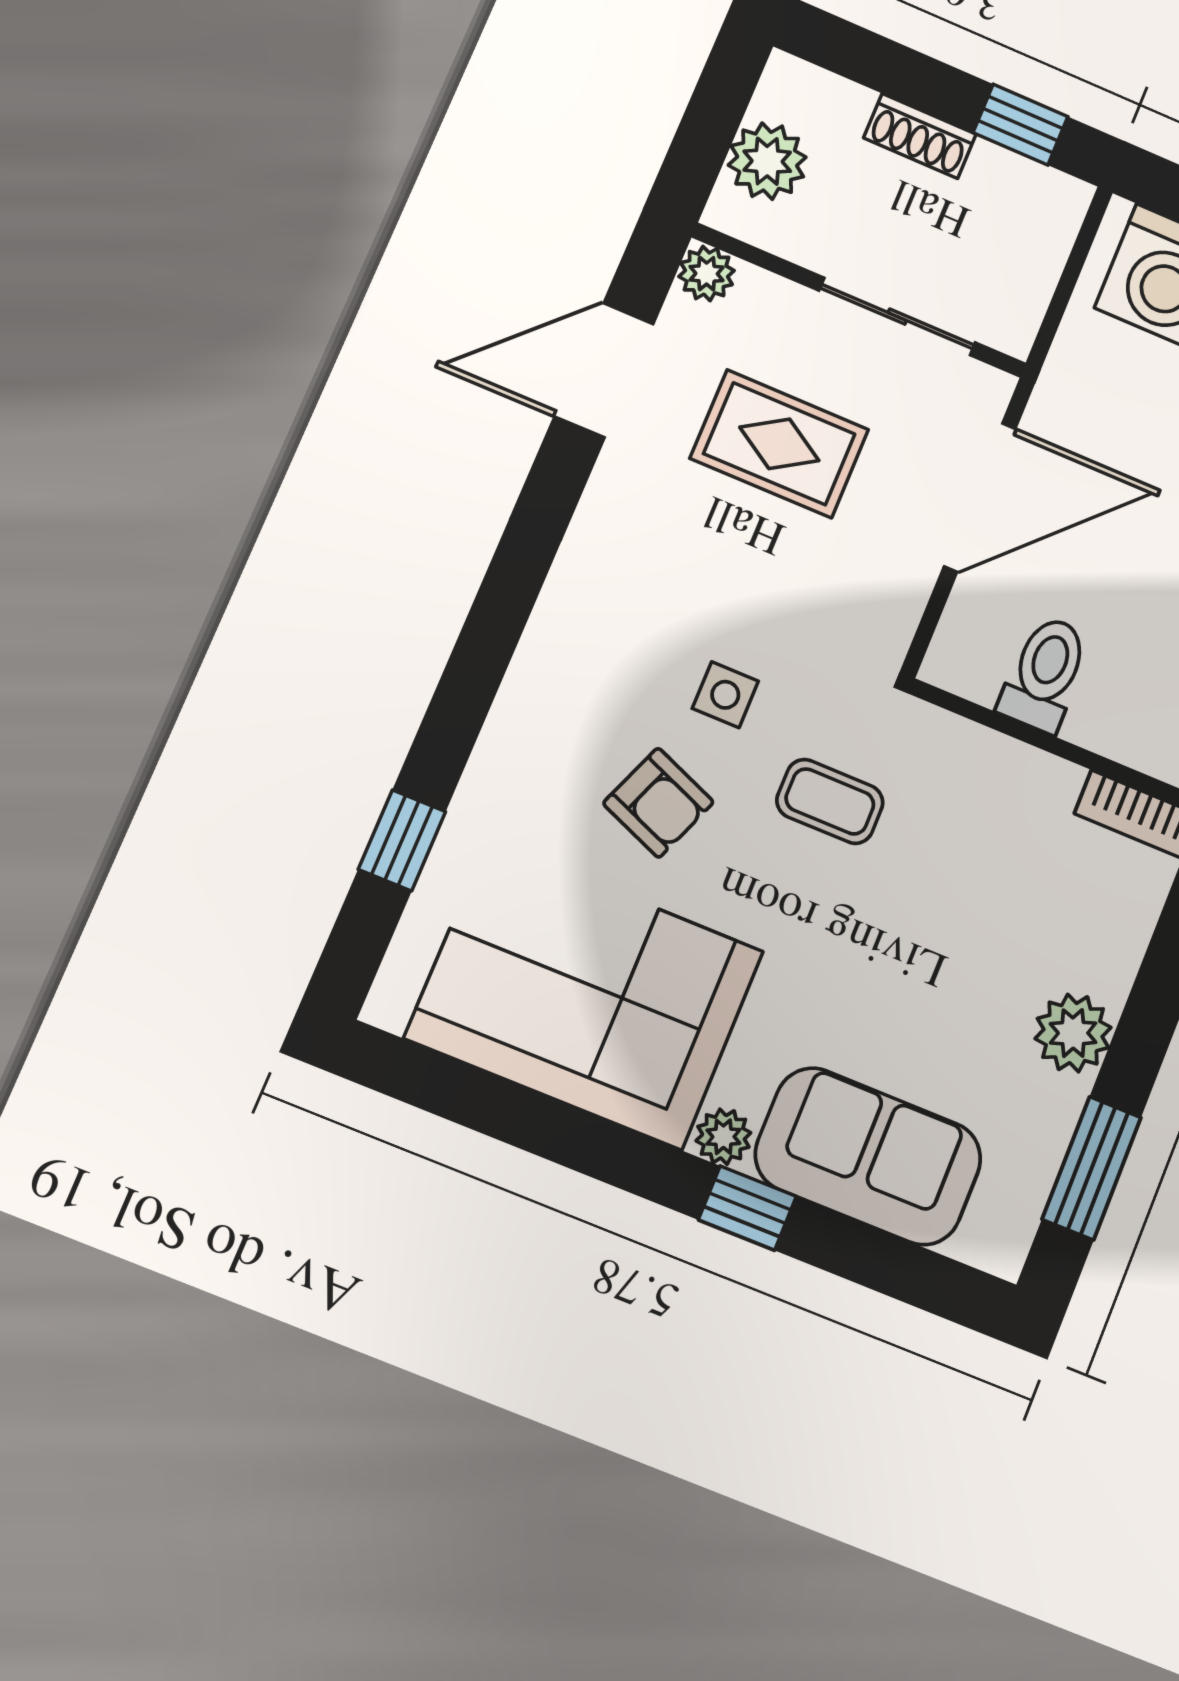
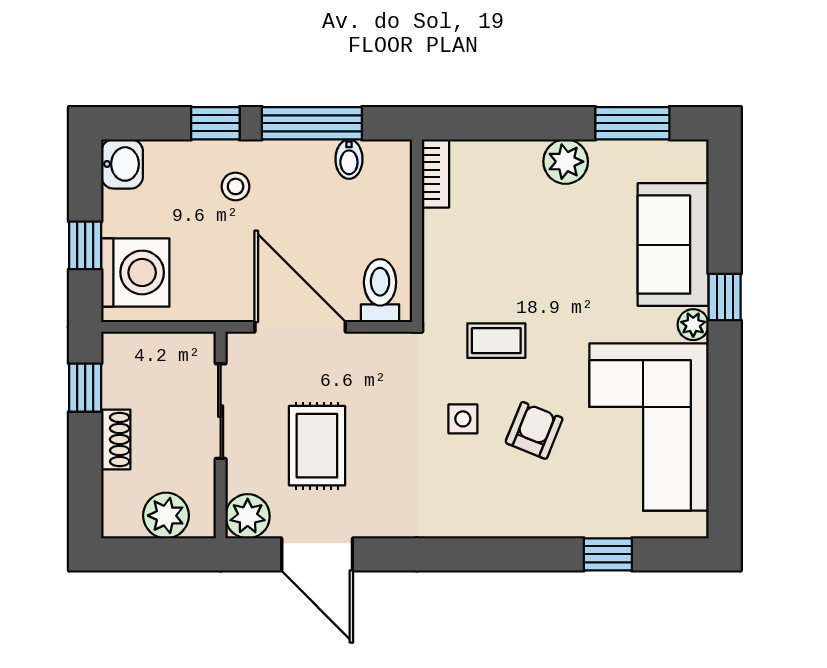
plant: (707, 274) -> (248, 516), width x1.38, depth x1.38
toilet: (1045, 674) -> (380, 291), moved, turned 90
coffee table: (830, 801) -> (496, 341), turned 90

